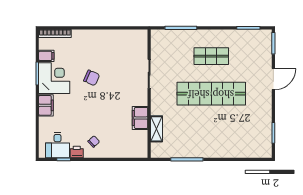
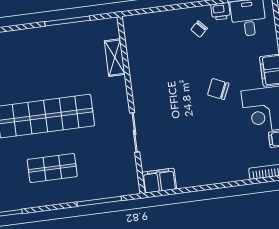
chair: (92, 78) -> (218, 89), moved
filing cabinet: (140, 118) -> (159, 181), moved, turned -90

